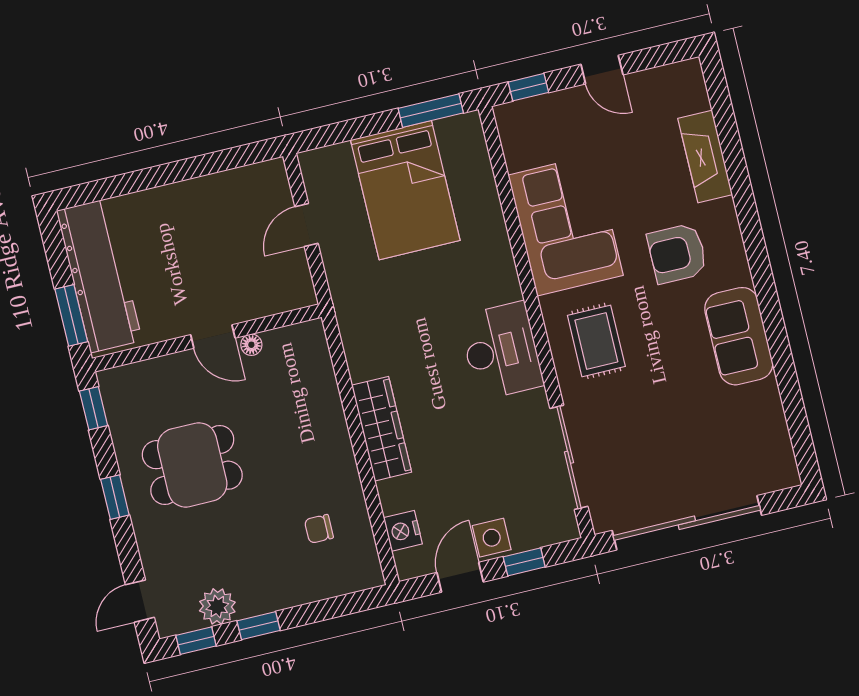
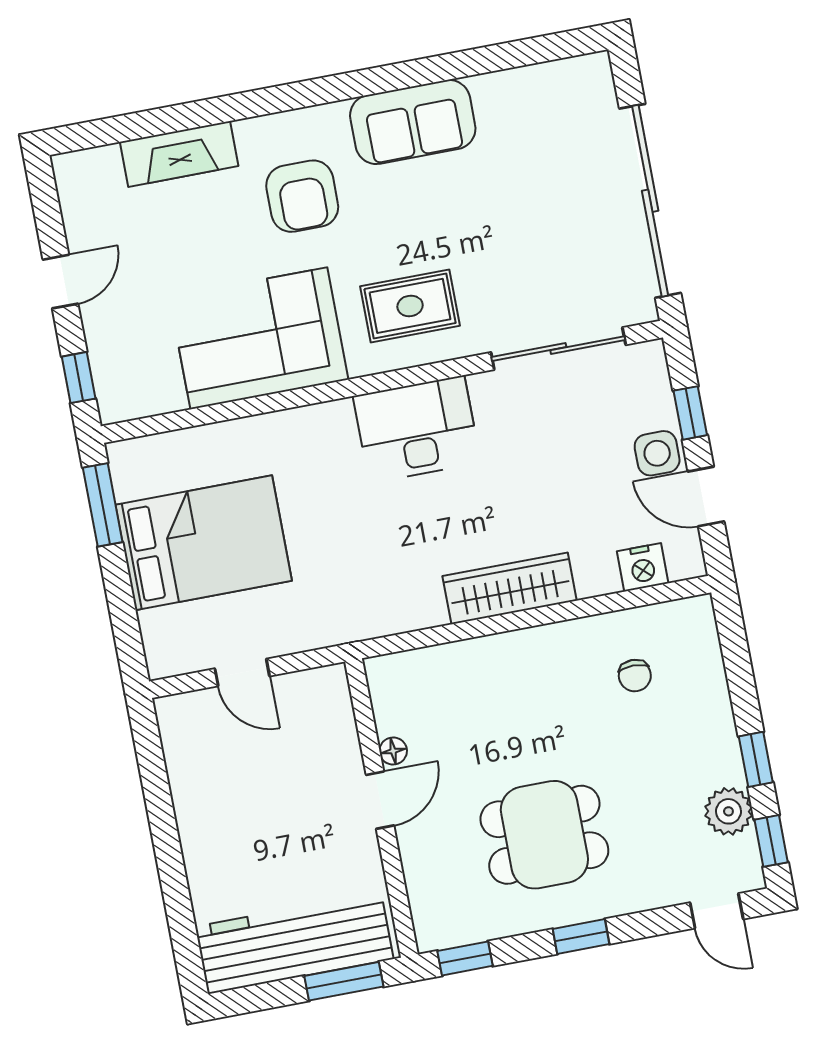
dining table: (192, 465) -> (544, 835), turned 90

